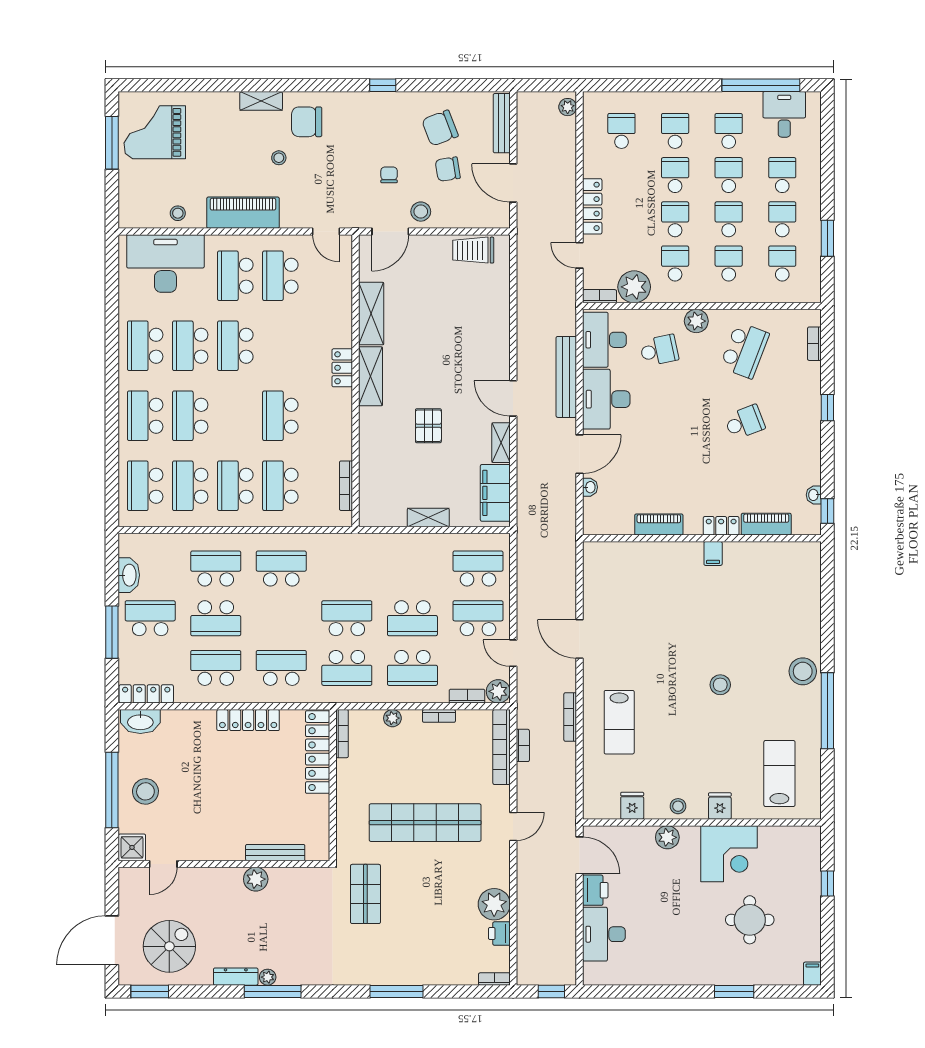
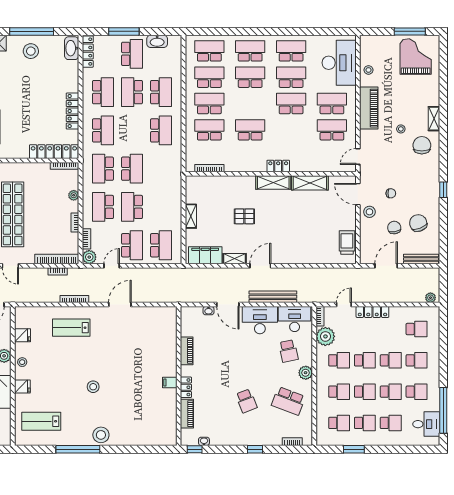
lab bench: (779, 773) -> (41, 421), turned 180

